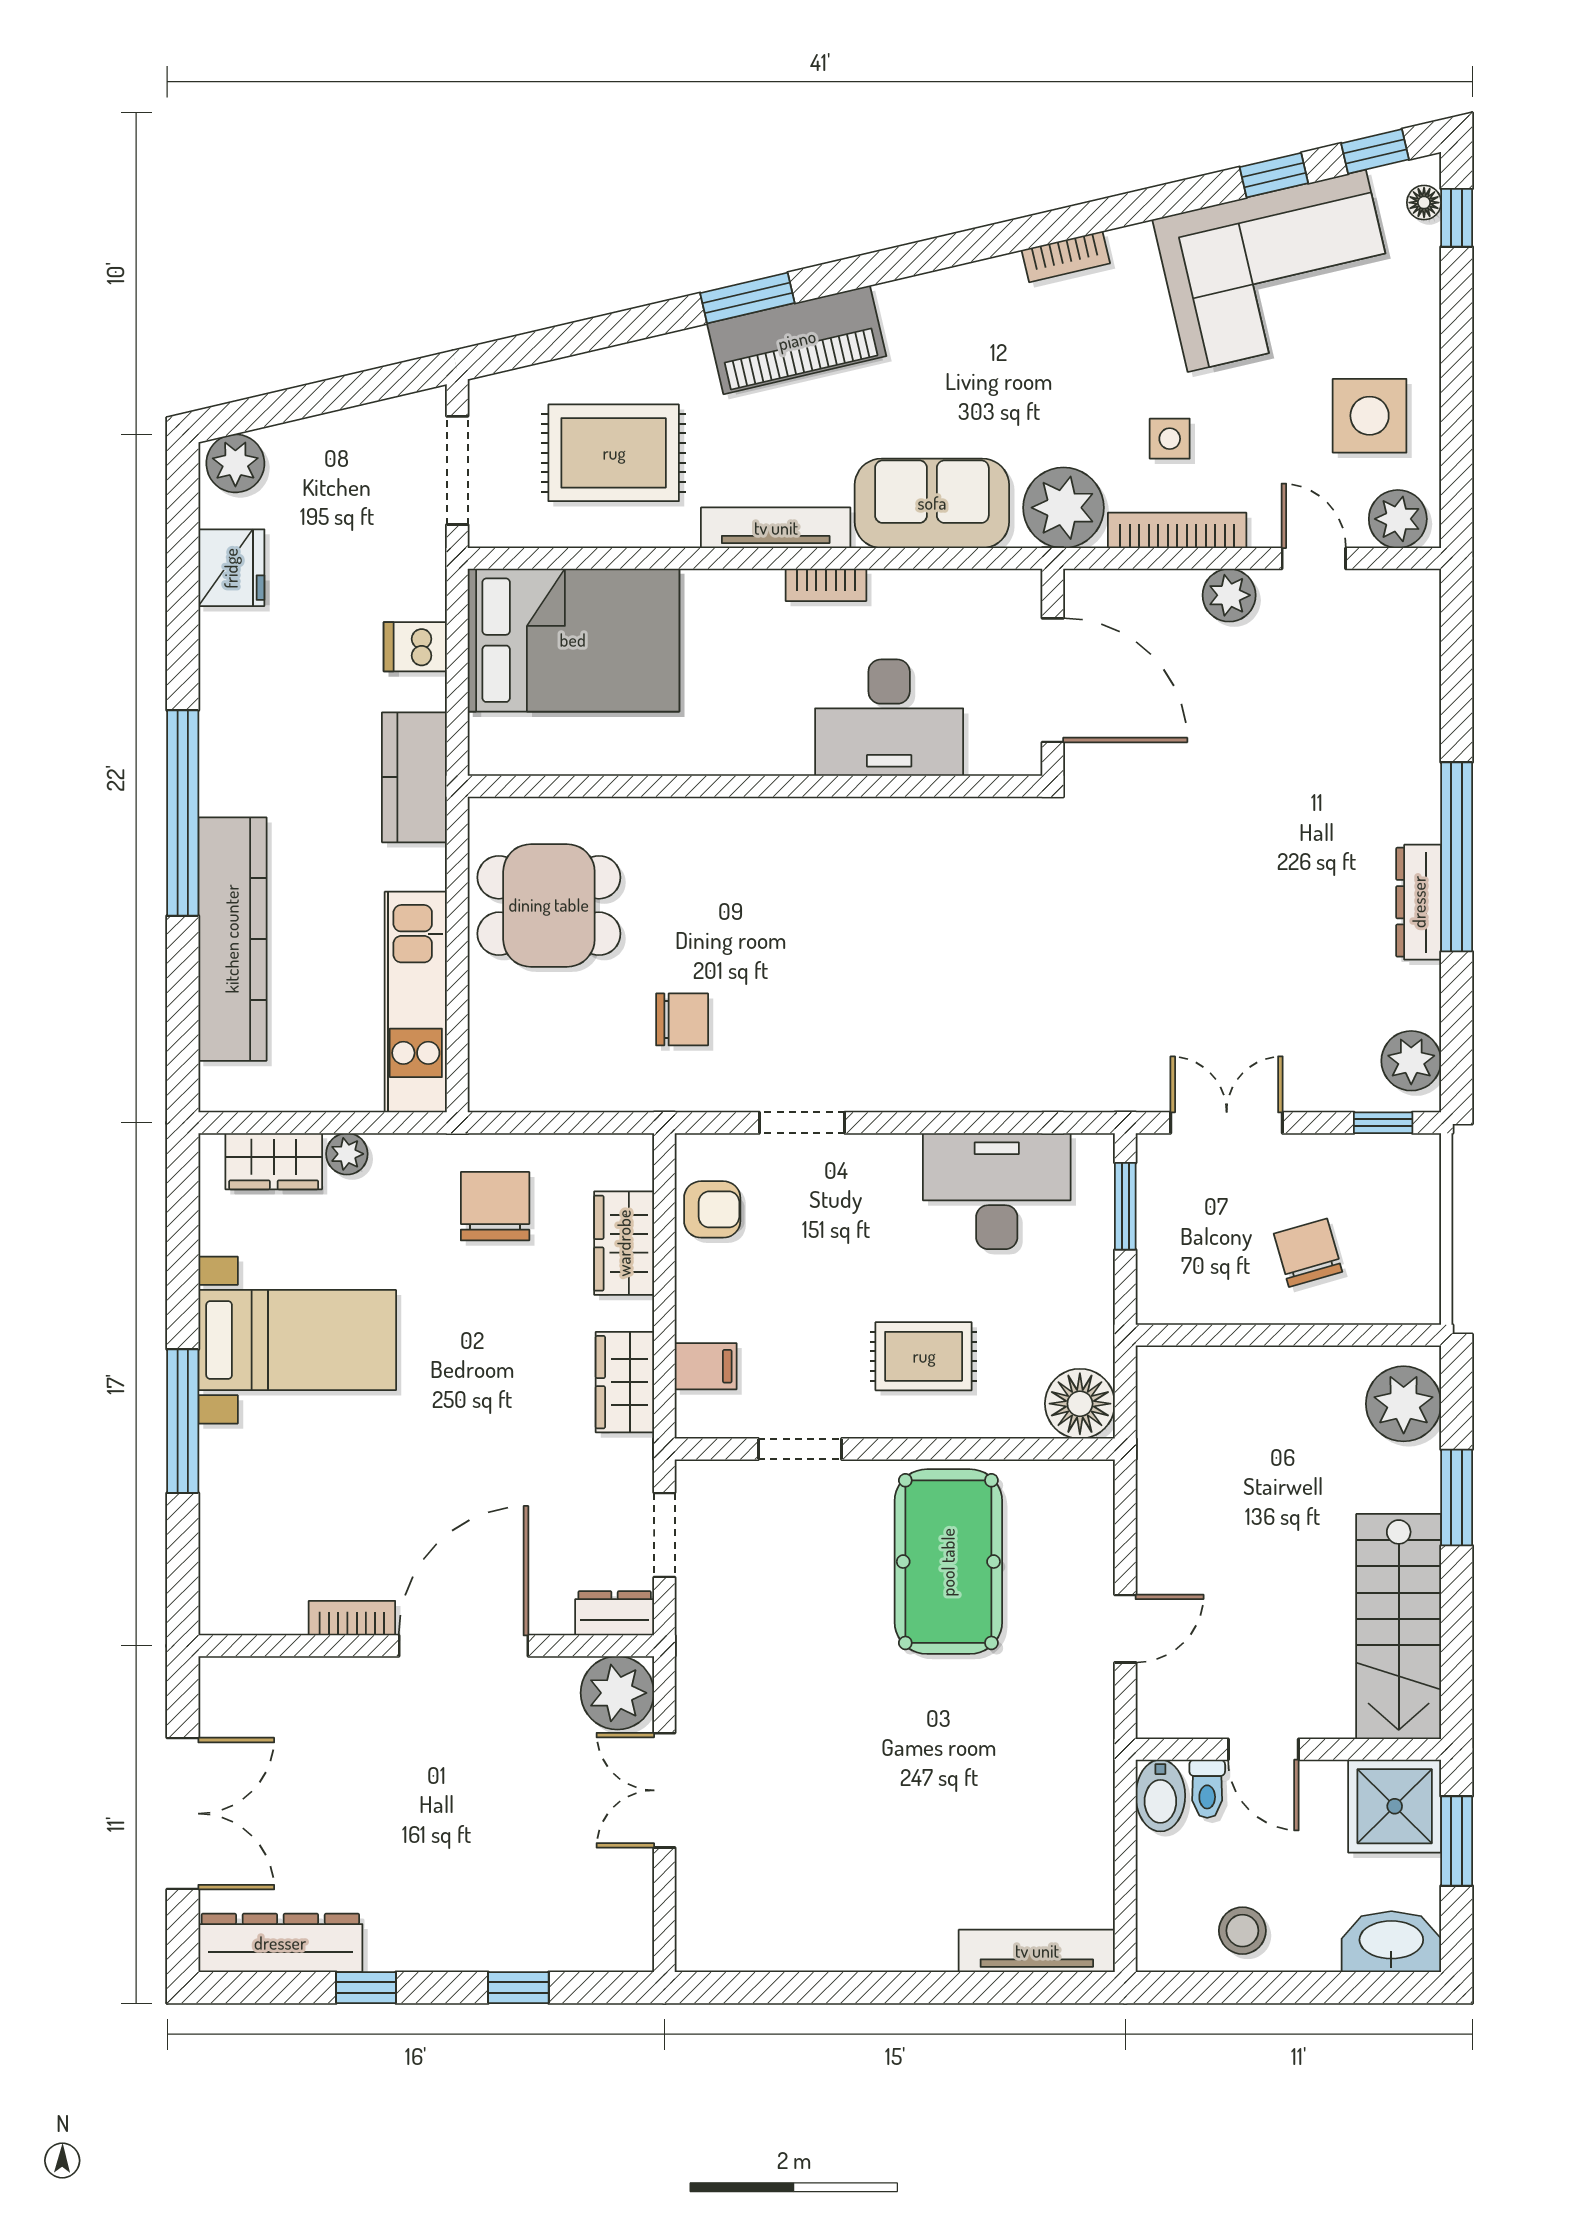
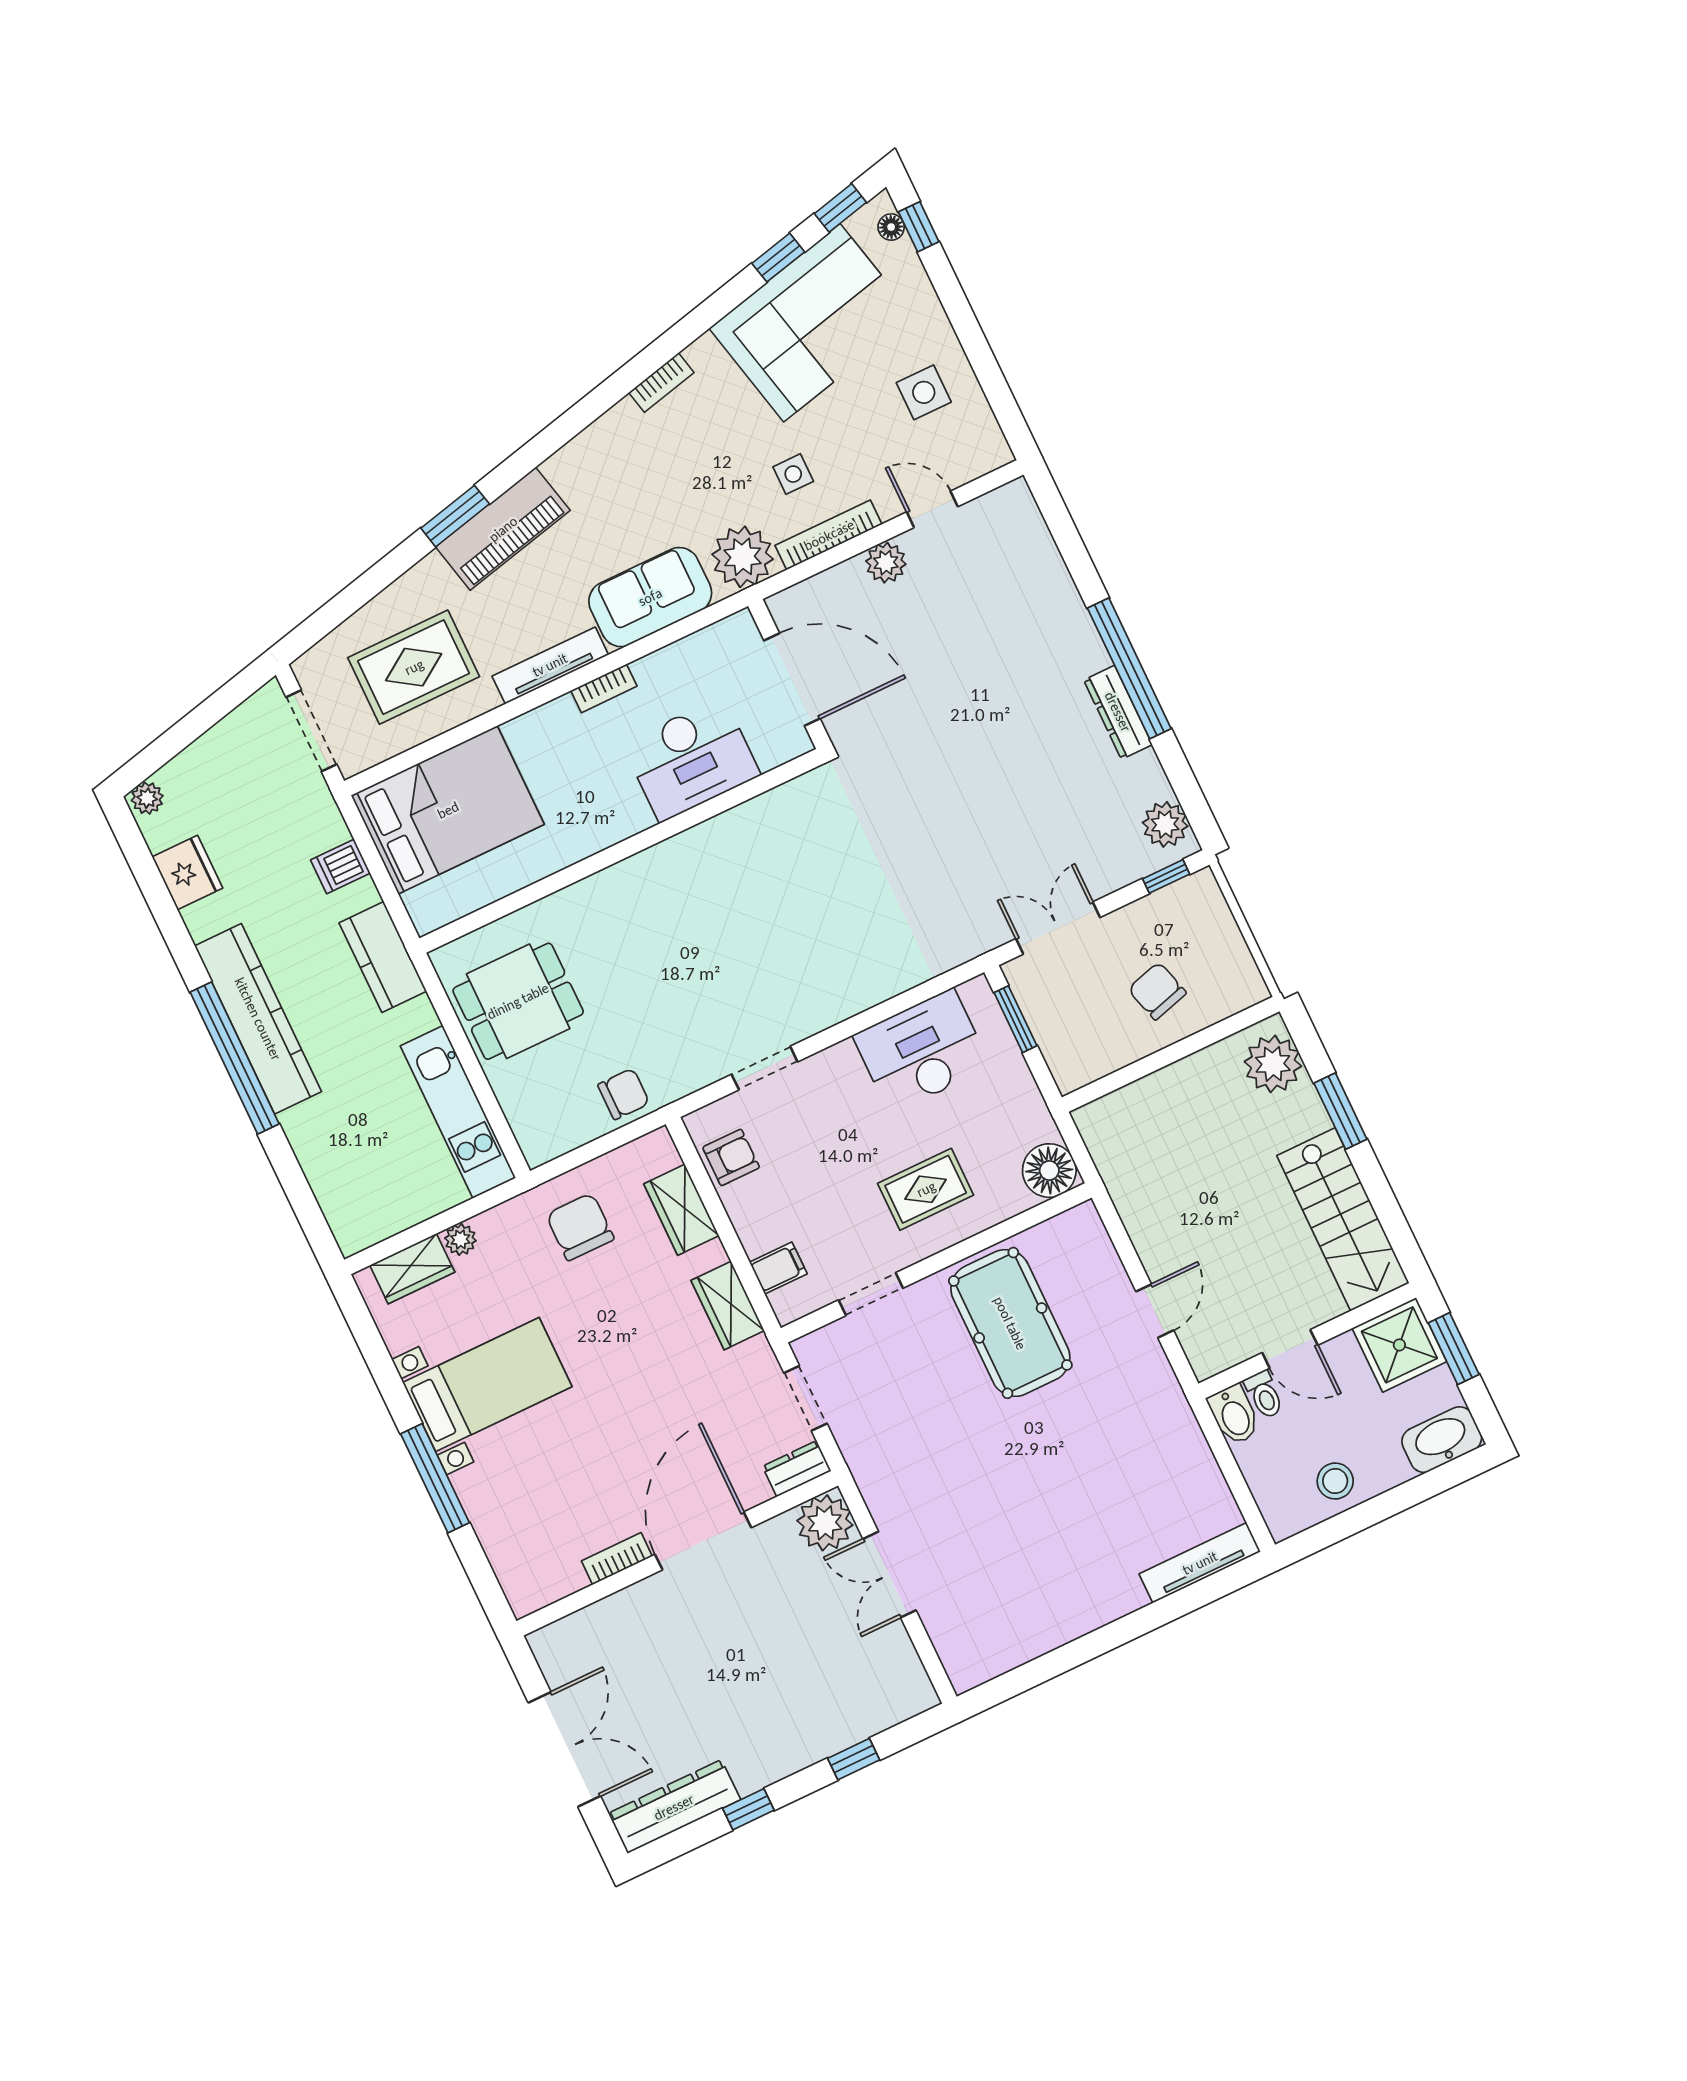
side table: (1370, 416) -> (924, 392), width x0.73, depth x0.73
plant: (235, 463) -> (147, 798), width x0.73, depth x0.73
plant: (1398, 519) -> (977, 454), removed
kitchen counter: (232, 939) -> (258, 1019), moved
chair: (682, 1019) -> (624, 1094), moved

